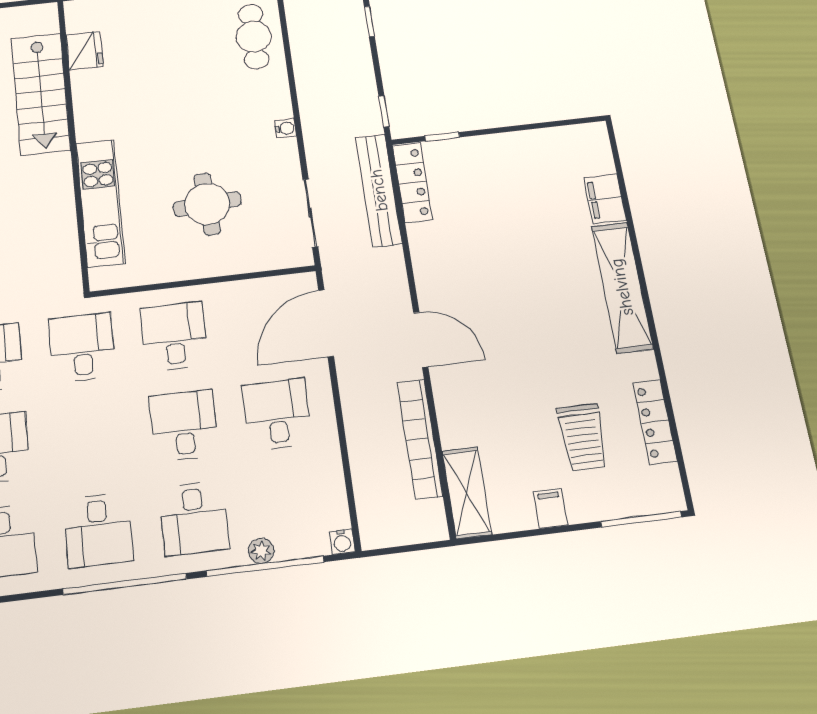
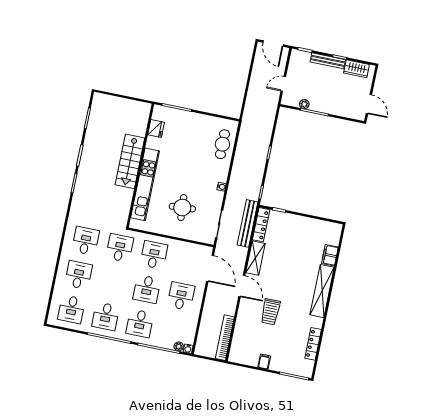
stairs: (41, 94) -> (130, 161), moved
kitchen unit: (101, 203) -> (145, 184), width x1.36
door: (326, 323) -> (210, 268), swing flipped
desk: (184, 426) -> (147, 289), turned 180
trolley: (583, 437) -> (270, 312), moved
bookcase: (420, 439) -> (225, 338), moved
shelving: (467, 493) -> (255, 258), moved
plant: (261, 551) -> (179, 346), moved

